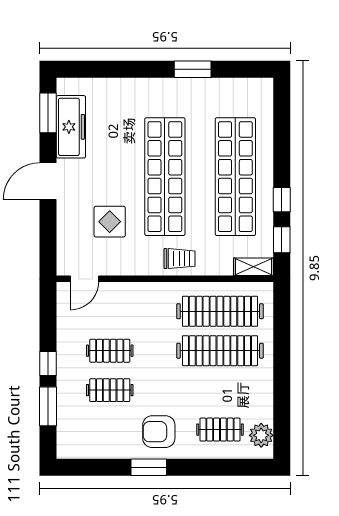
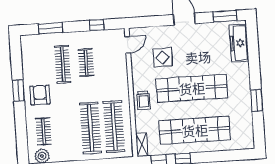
freezer: (71, 127) -> (239, 43), moved, turned 90
door: (84, 279) -> (128, 45), swing flipped
window: (48, 363) -> (97, 25), moved
clothes rail: (110, 390) -> (63, 64), width x1.36

